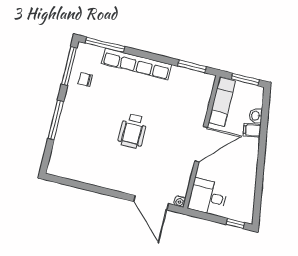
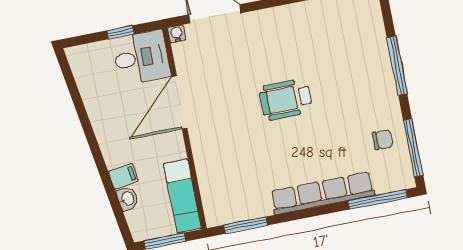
wheelchair: (132, 131) -> (286, 99), turned -90
door: (201, 144) -> (179, 102), moved
window: (235, 223) -> (121, 32), moved

